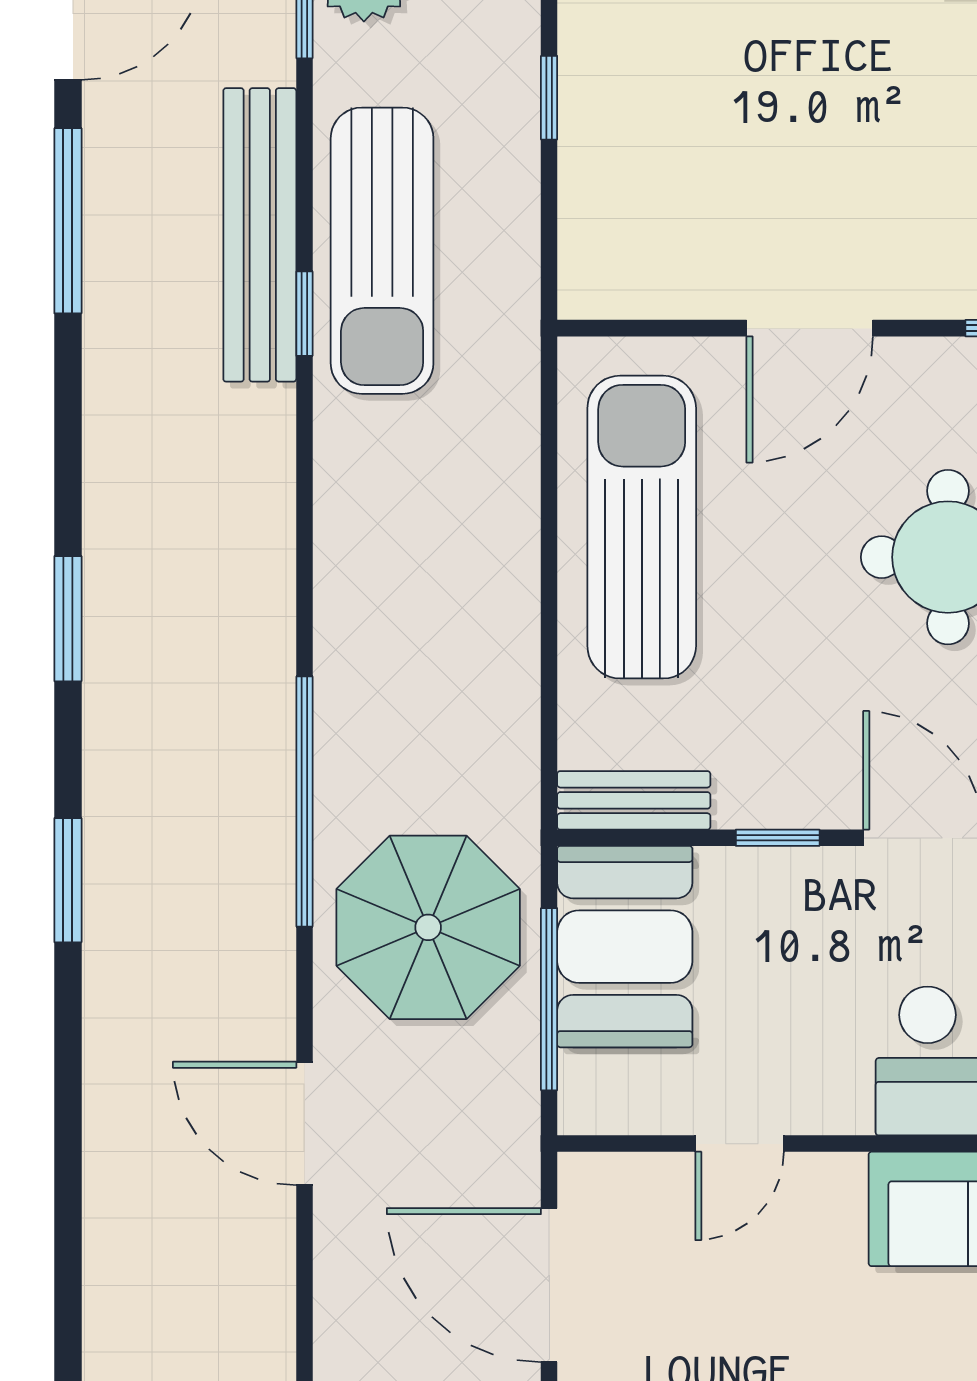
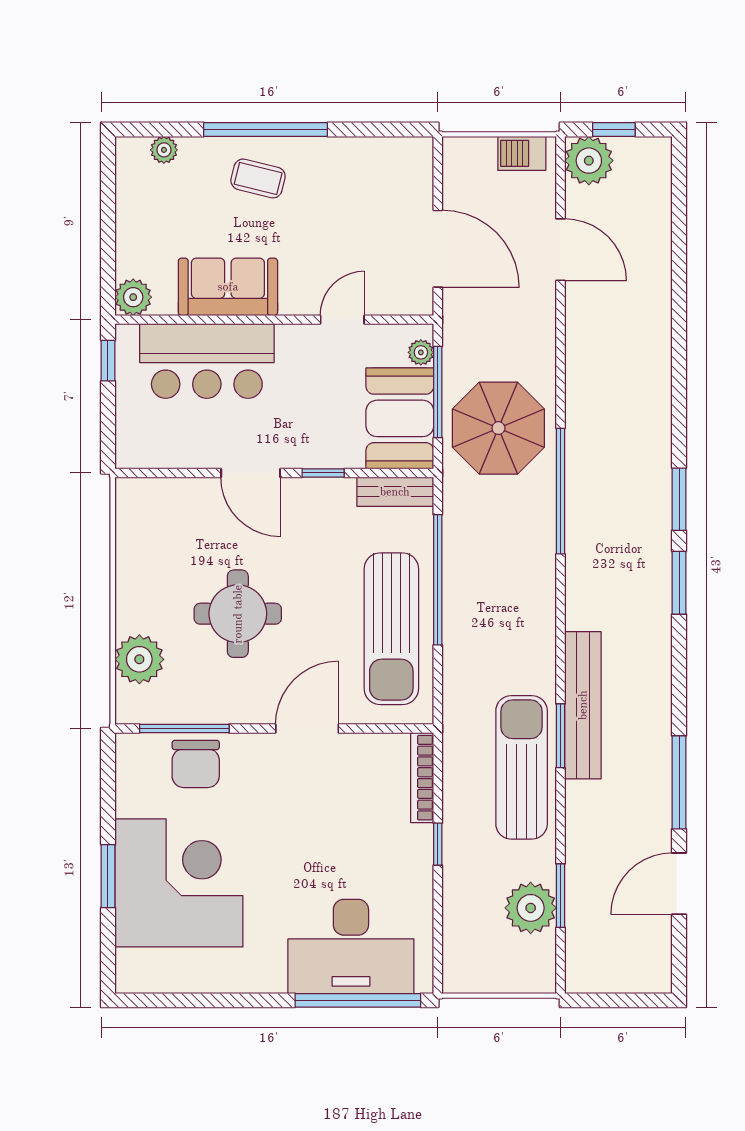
bookcase: (580, 230) -> (422, 778), added
bench: (260, 235) -> (583, 705), moved
window: (304, 314) -> (560, 736), width x1.50
window: (549, 625) -> (438, 580), added
window: (68, 880) -> (679, 499), moved
plant: (583, 1078) -> (421, 352), added
door: (304, 1123) -> (560, 250), moved

